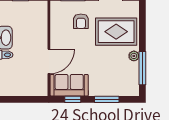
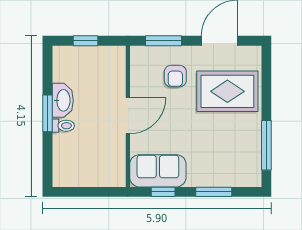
plant: (134, 56) -> (254, 127), removed
door: (49, 61) -> (128, 115), moved

